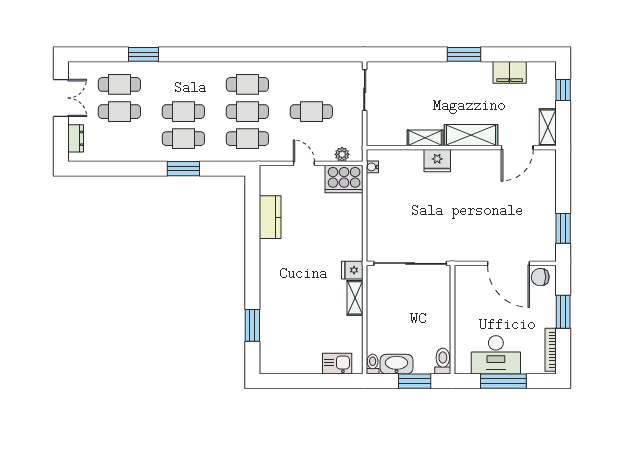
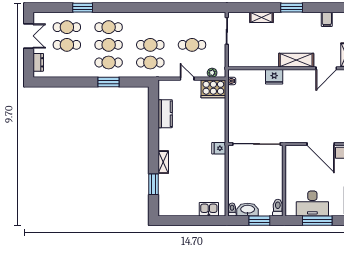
filing cabinet: (510, 72) -> (327, 19), width x0.50
cafe table: (247, 84) -> (109, 27), moved
shelving: (425, 138) -> (262, 17), moved
shelving: (355, 298) -> (163, 162), moved

